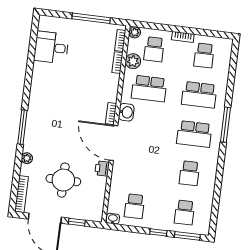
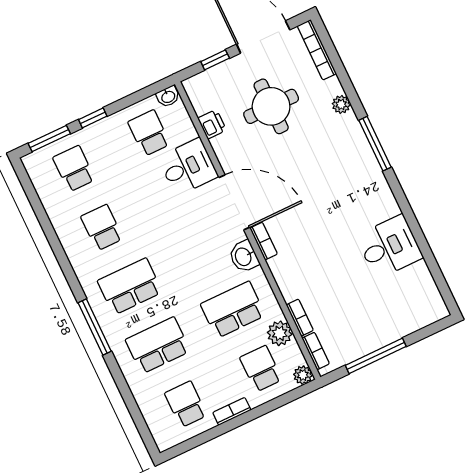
desk: (51, 47) -> (389, 247), moved
printer: (102, 169) -> (212, 124), moved
desk: (126, 176) -> (188, 167), added

